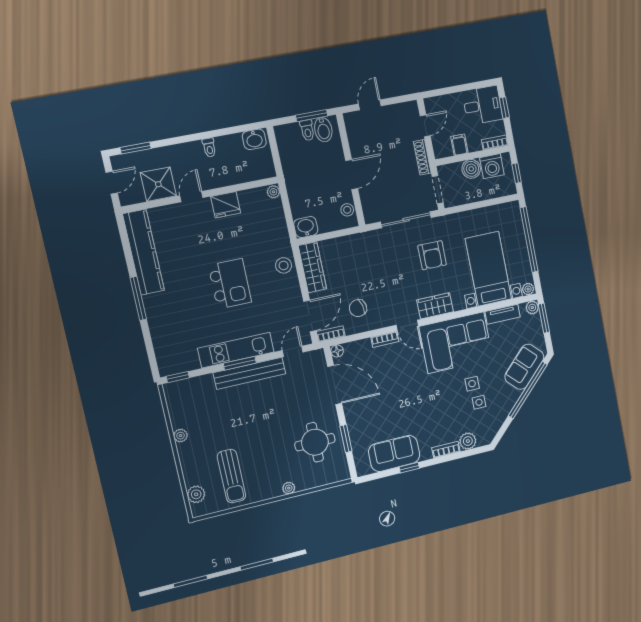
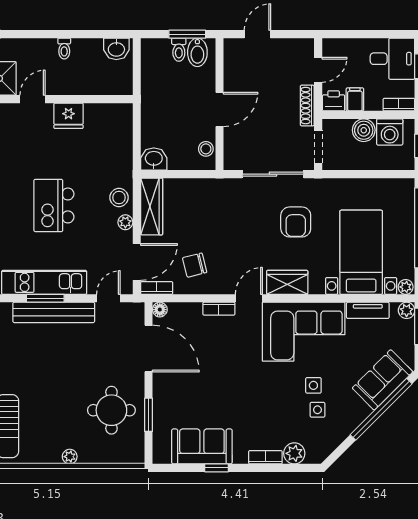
printer: (443, 149) -> (334, 101), added
plant: (273, 192) -> (125, 222), moved
kitchen island: (230, 284) -> (54, 205), turned 180
door: (407, 326) -> (249, 298), swing flipped

